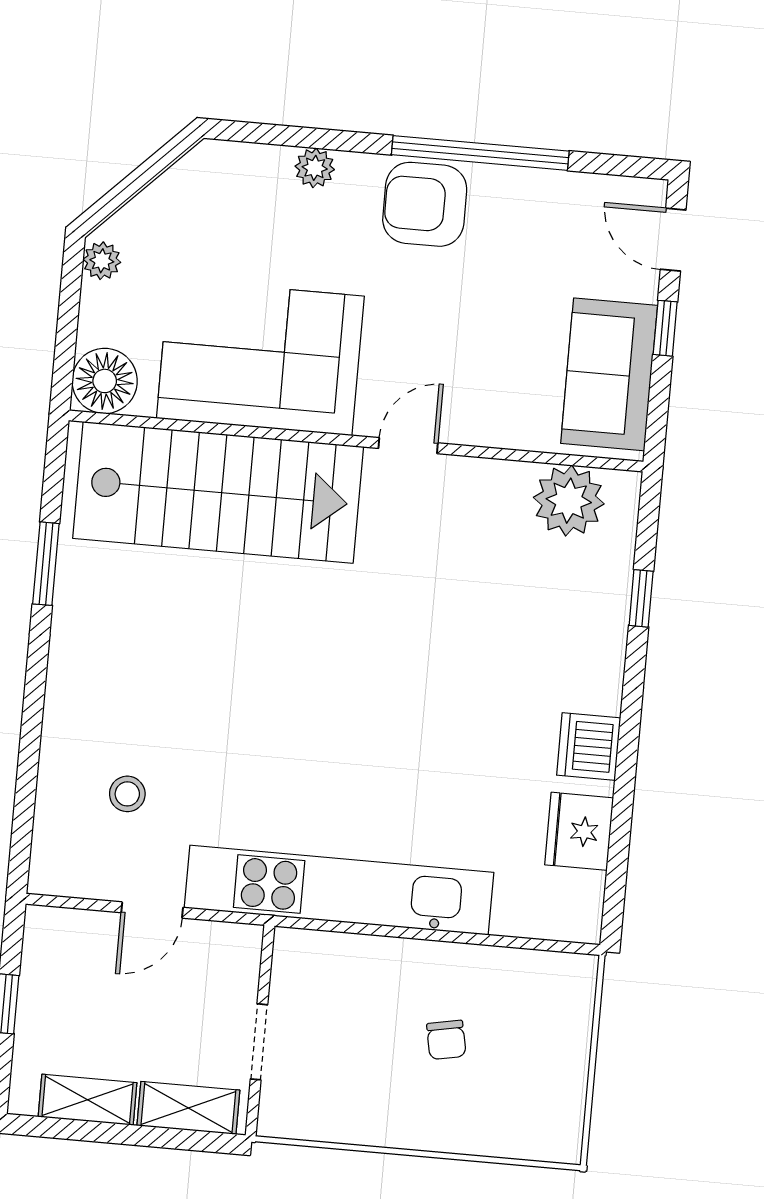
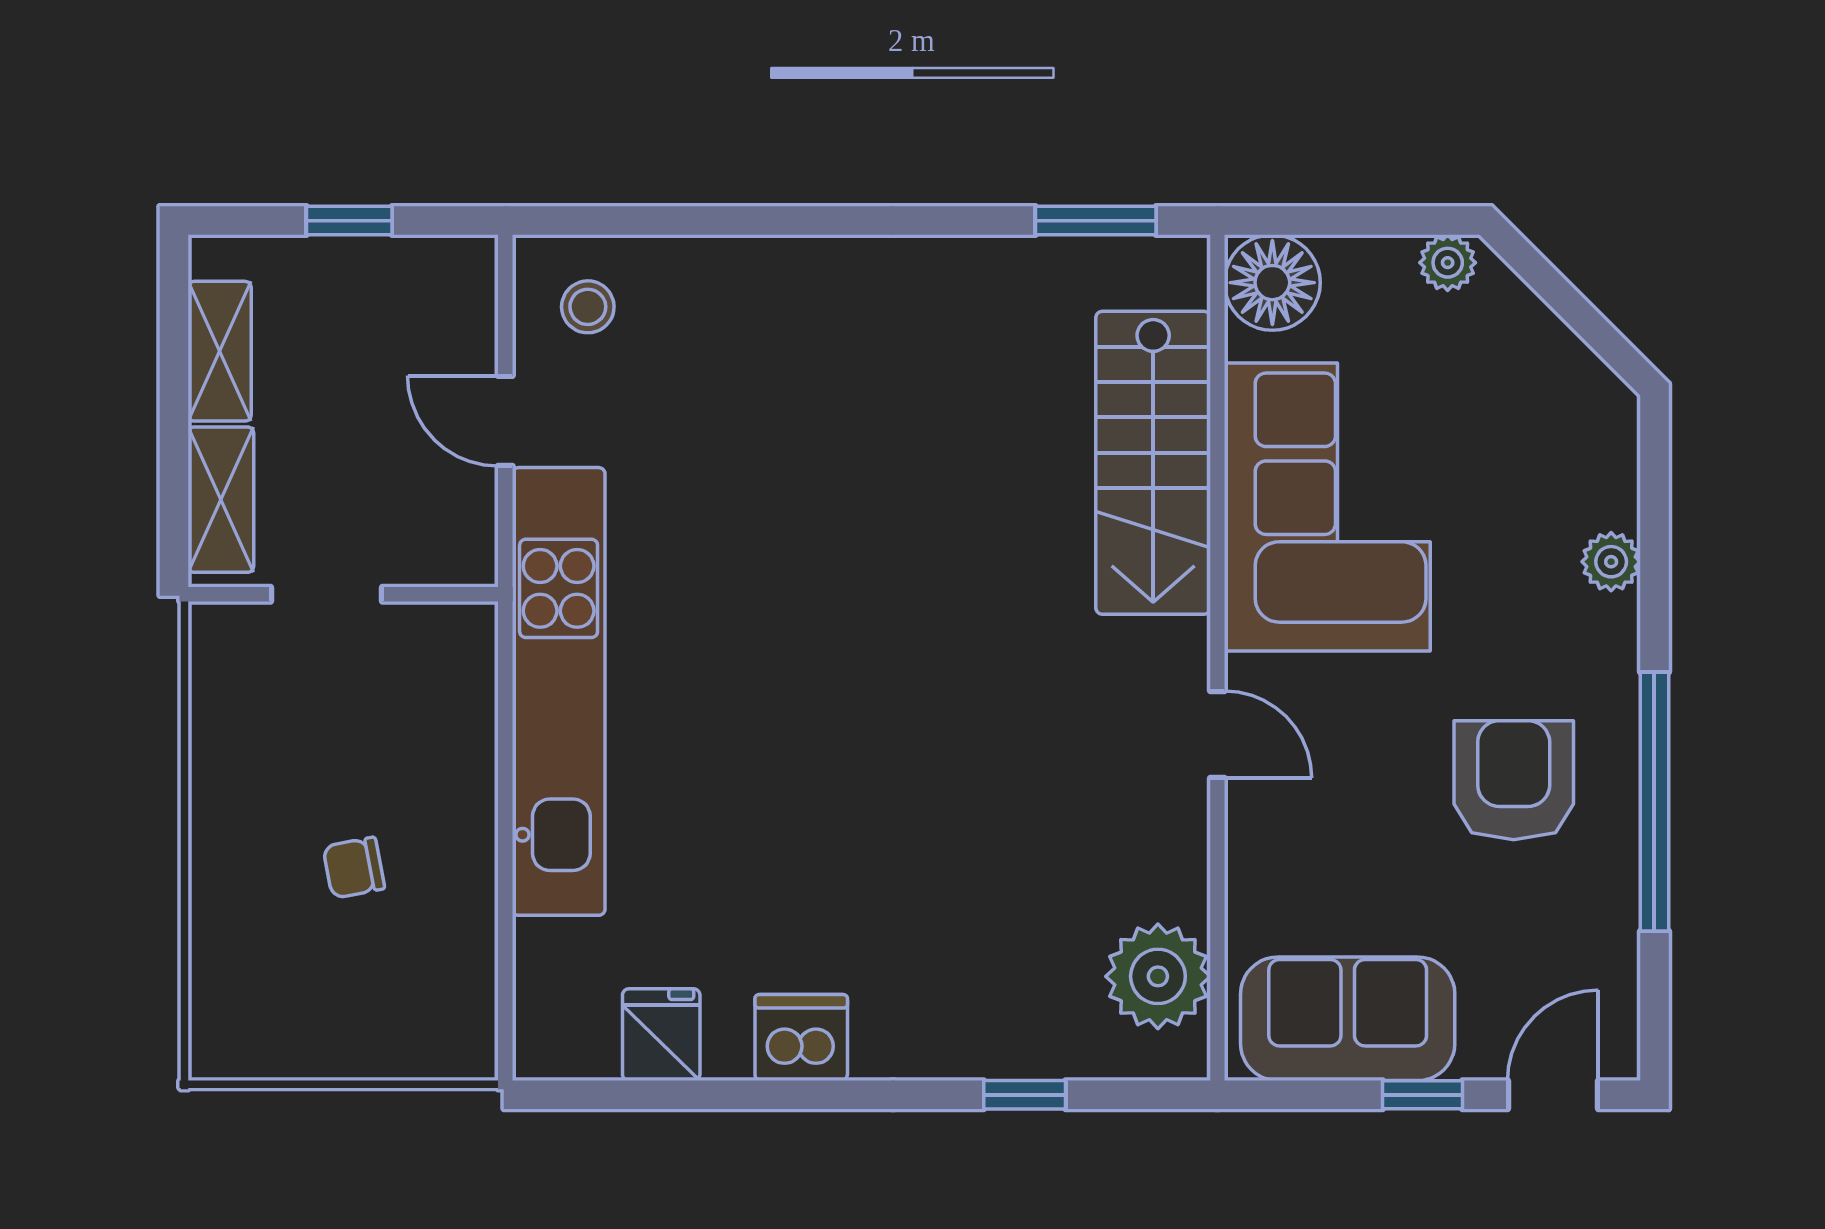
armchair: (425, 204) -> (1514, 780), moved
stairs: (218, 492) -> (1153, 463), width x0.73, depth x0.66
window: (46, 564) -> (1096, 221), moved
stool: (127, 794) -> (588, 307), moved
fridge: (579, 831) -> (661, 1035), width x0.72

